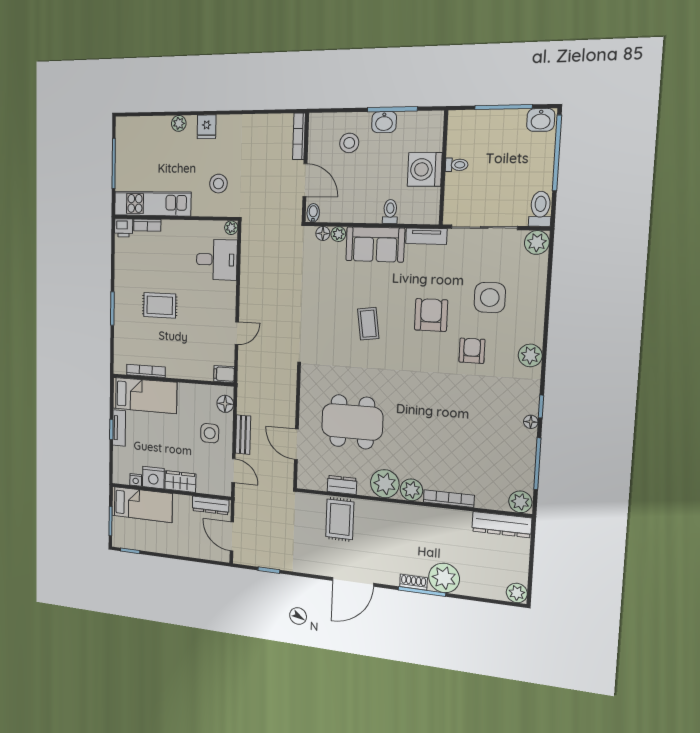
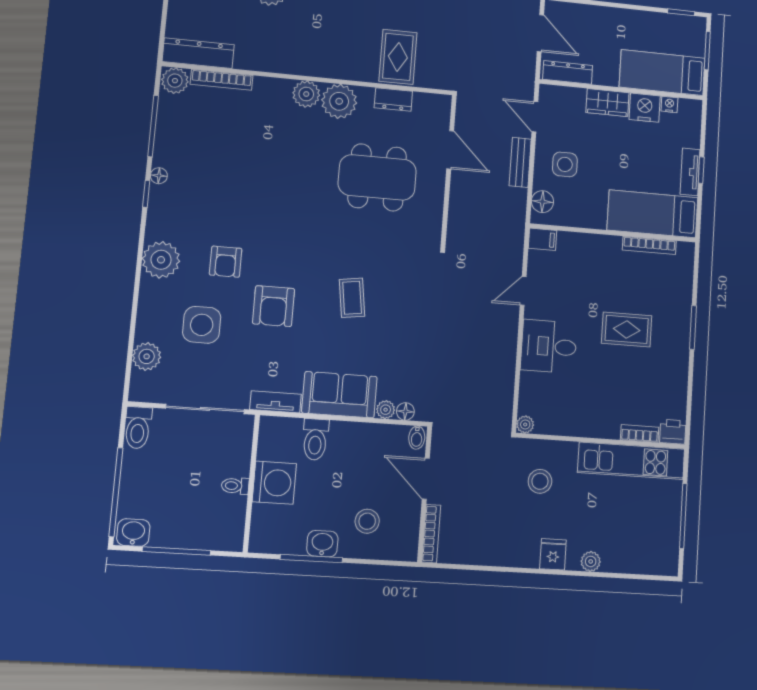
toilet: (390, 212) -> (315, 439), width x1.37, depth x1.39
plant: (537, 242) -> (147, 356), moved
desk: (217, 260) -> (549, 346), moved
plant: (530, 355) -> (161, 260), width x1.36, depth x1.36
bookcase: (449, 499) -> (222, 80), moved

